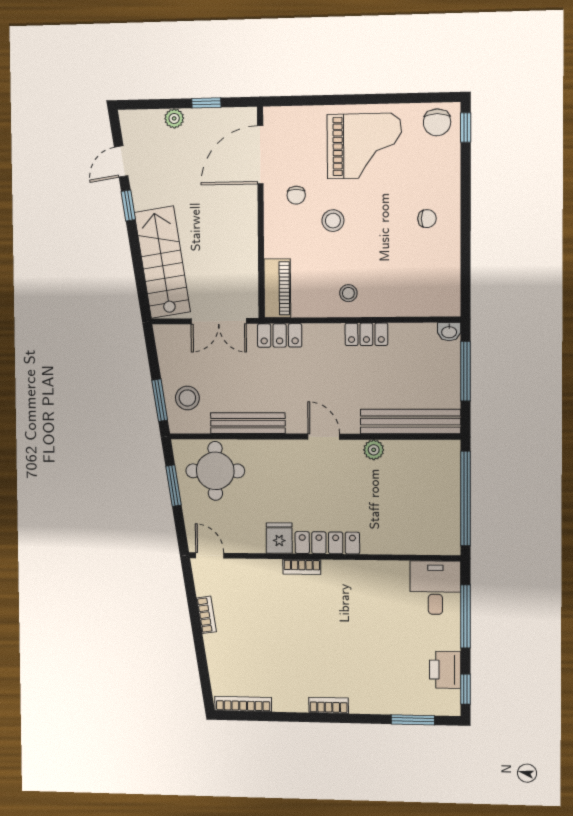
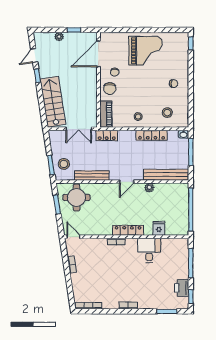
chair: (437, 122) -> (110, 89), moved
stool: (333, 221) -> (167, 113), moved
locker: (366, 334) -> (152, 135), width x1.53
door: (324, 437) -> (127, 182), swing flipped
fridge: (279, 538) -> (159, 228), moved
desk: (435, 588) -> (149, 250), moved

